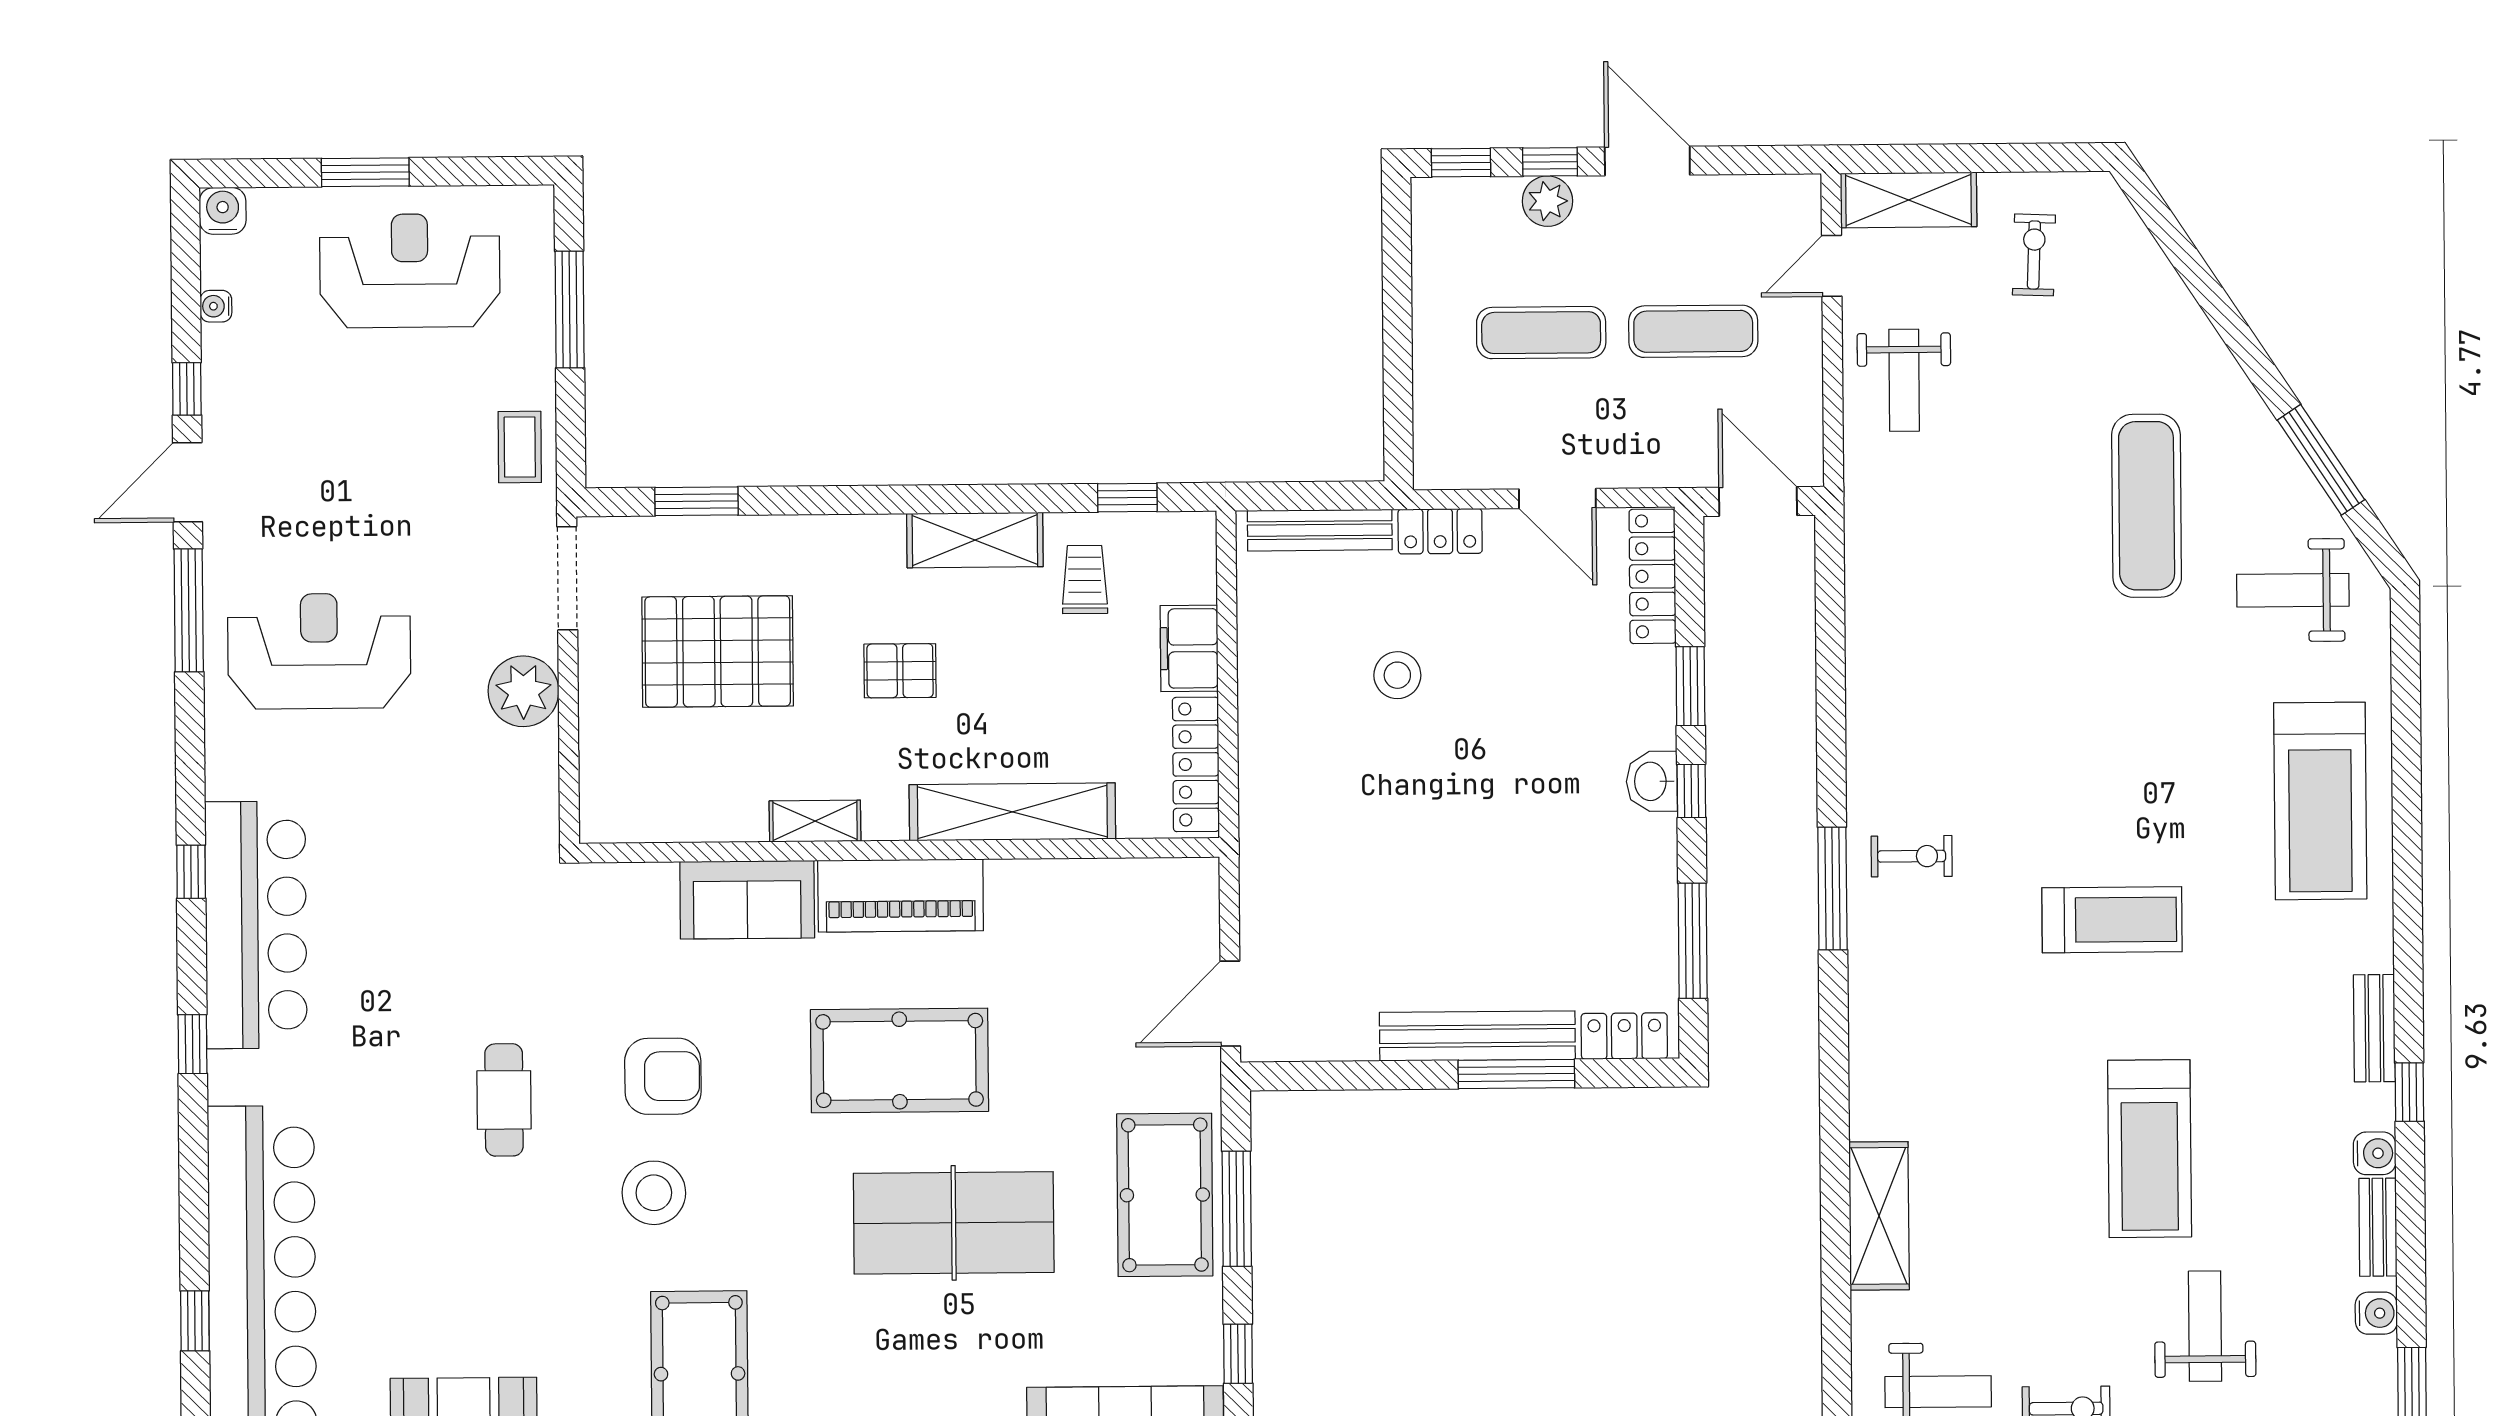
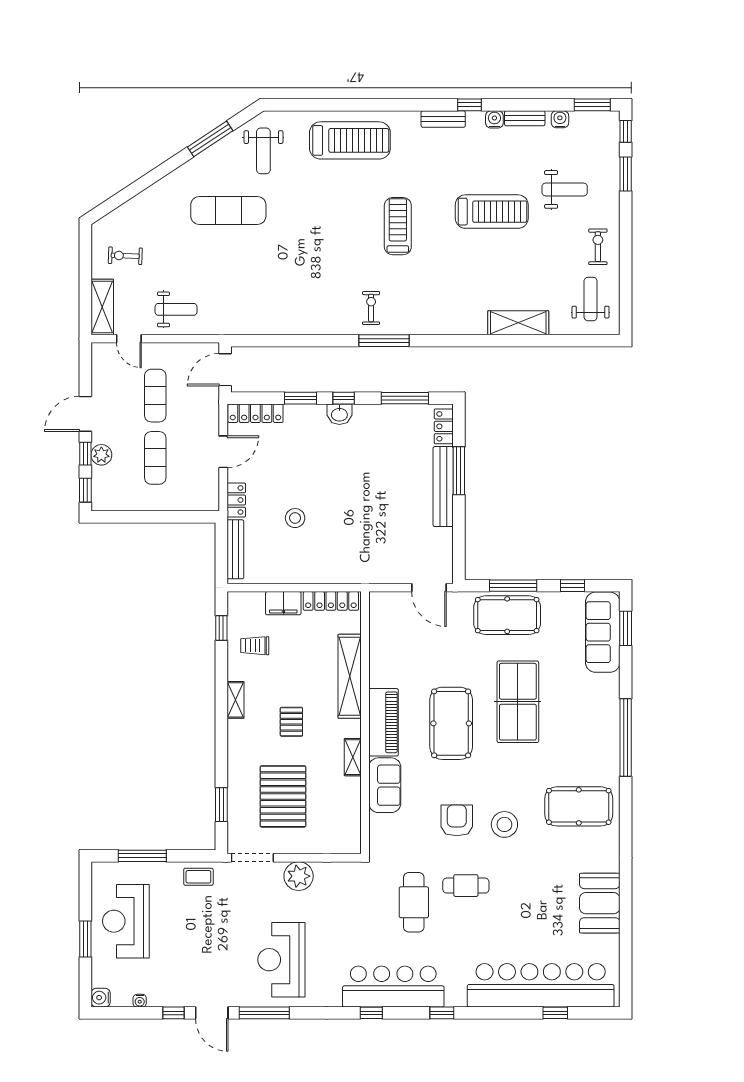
shelving: (975, 540) -> (235, 700), width x0.67, depth x0.75
cafe table: (462, 973) -> (414, 902), added
weight bench: (2205, 1326) -> (565, 189), turned 180

